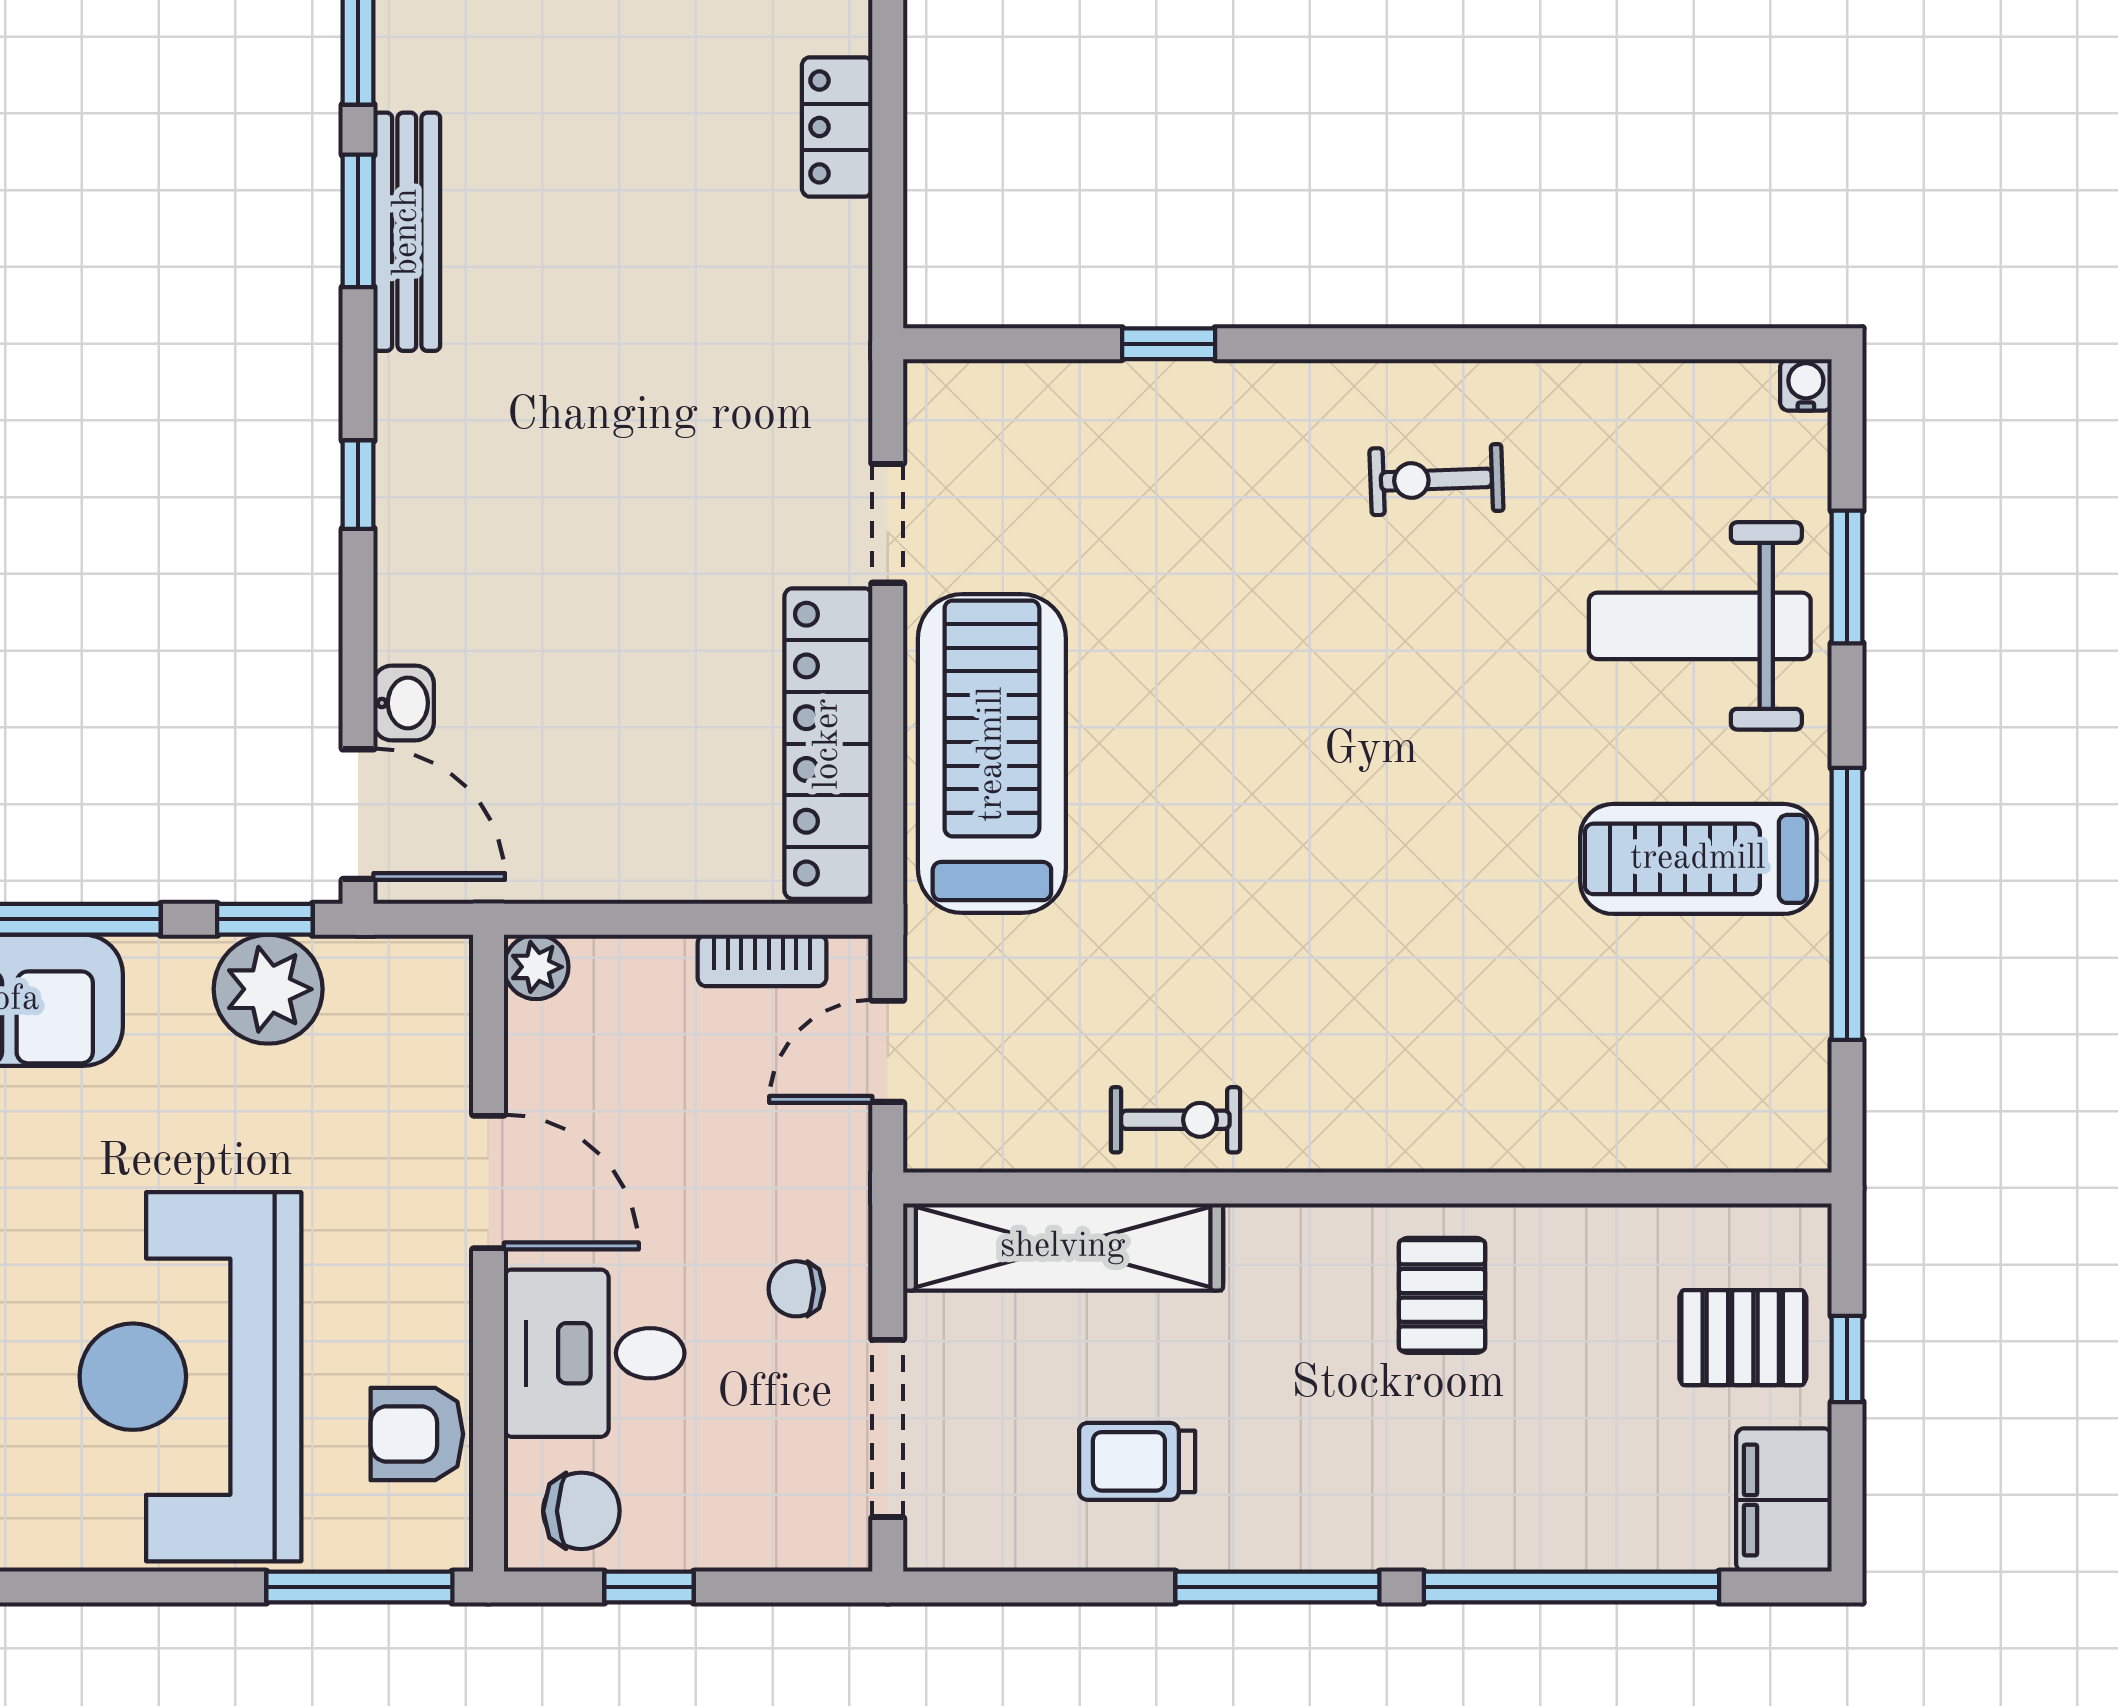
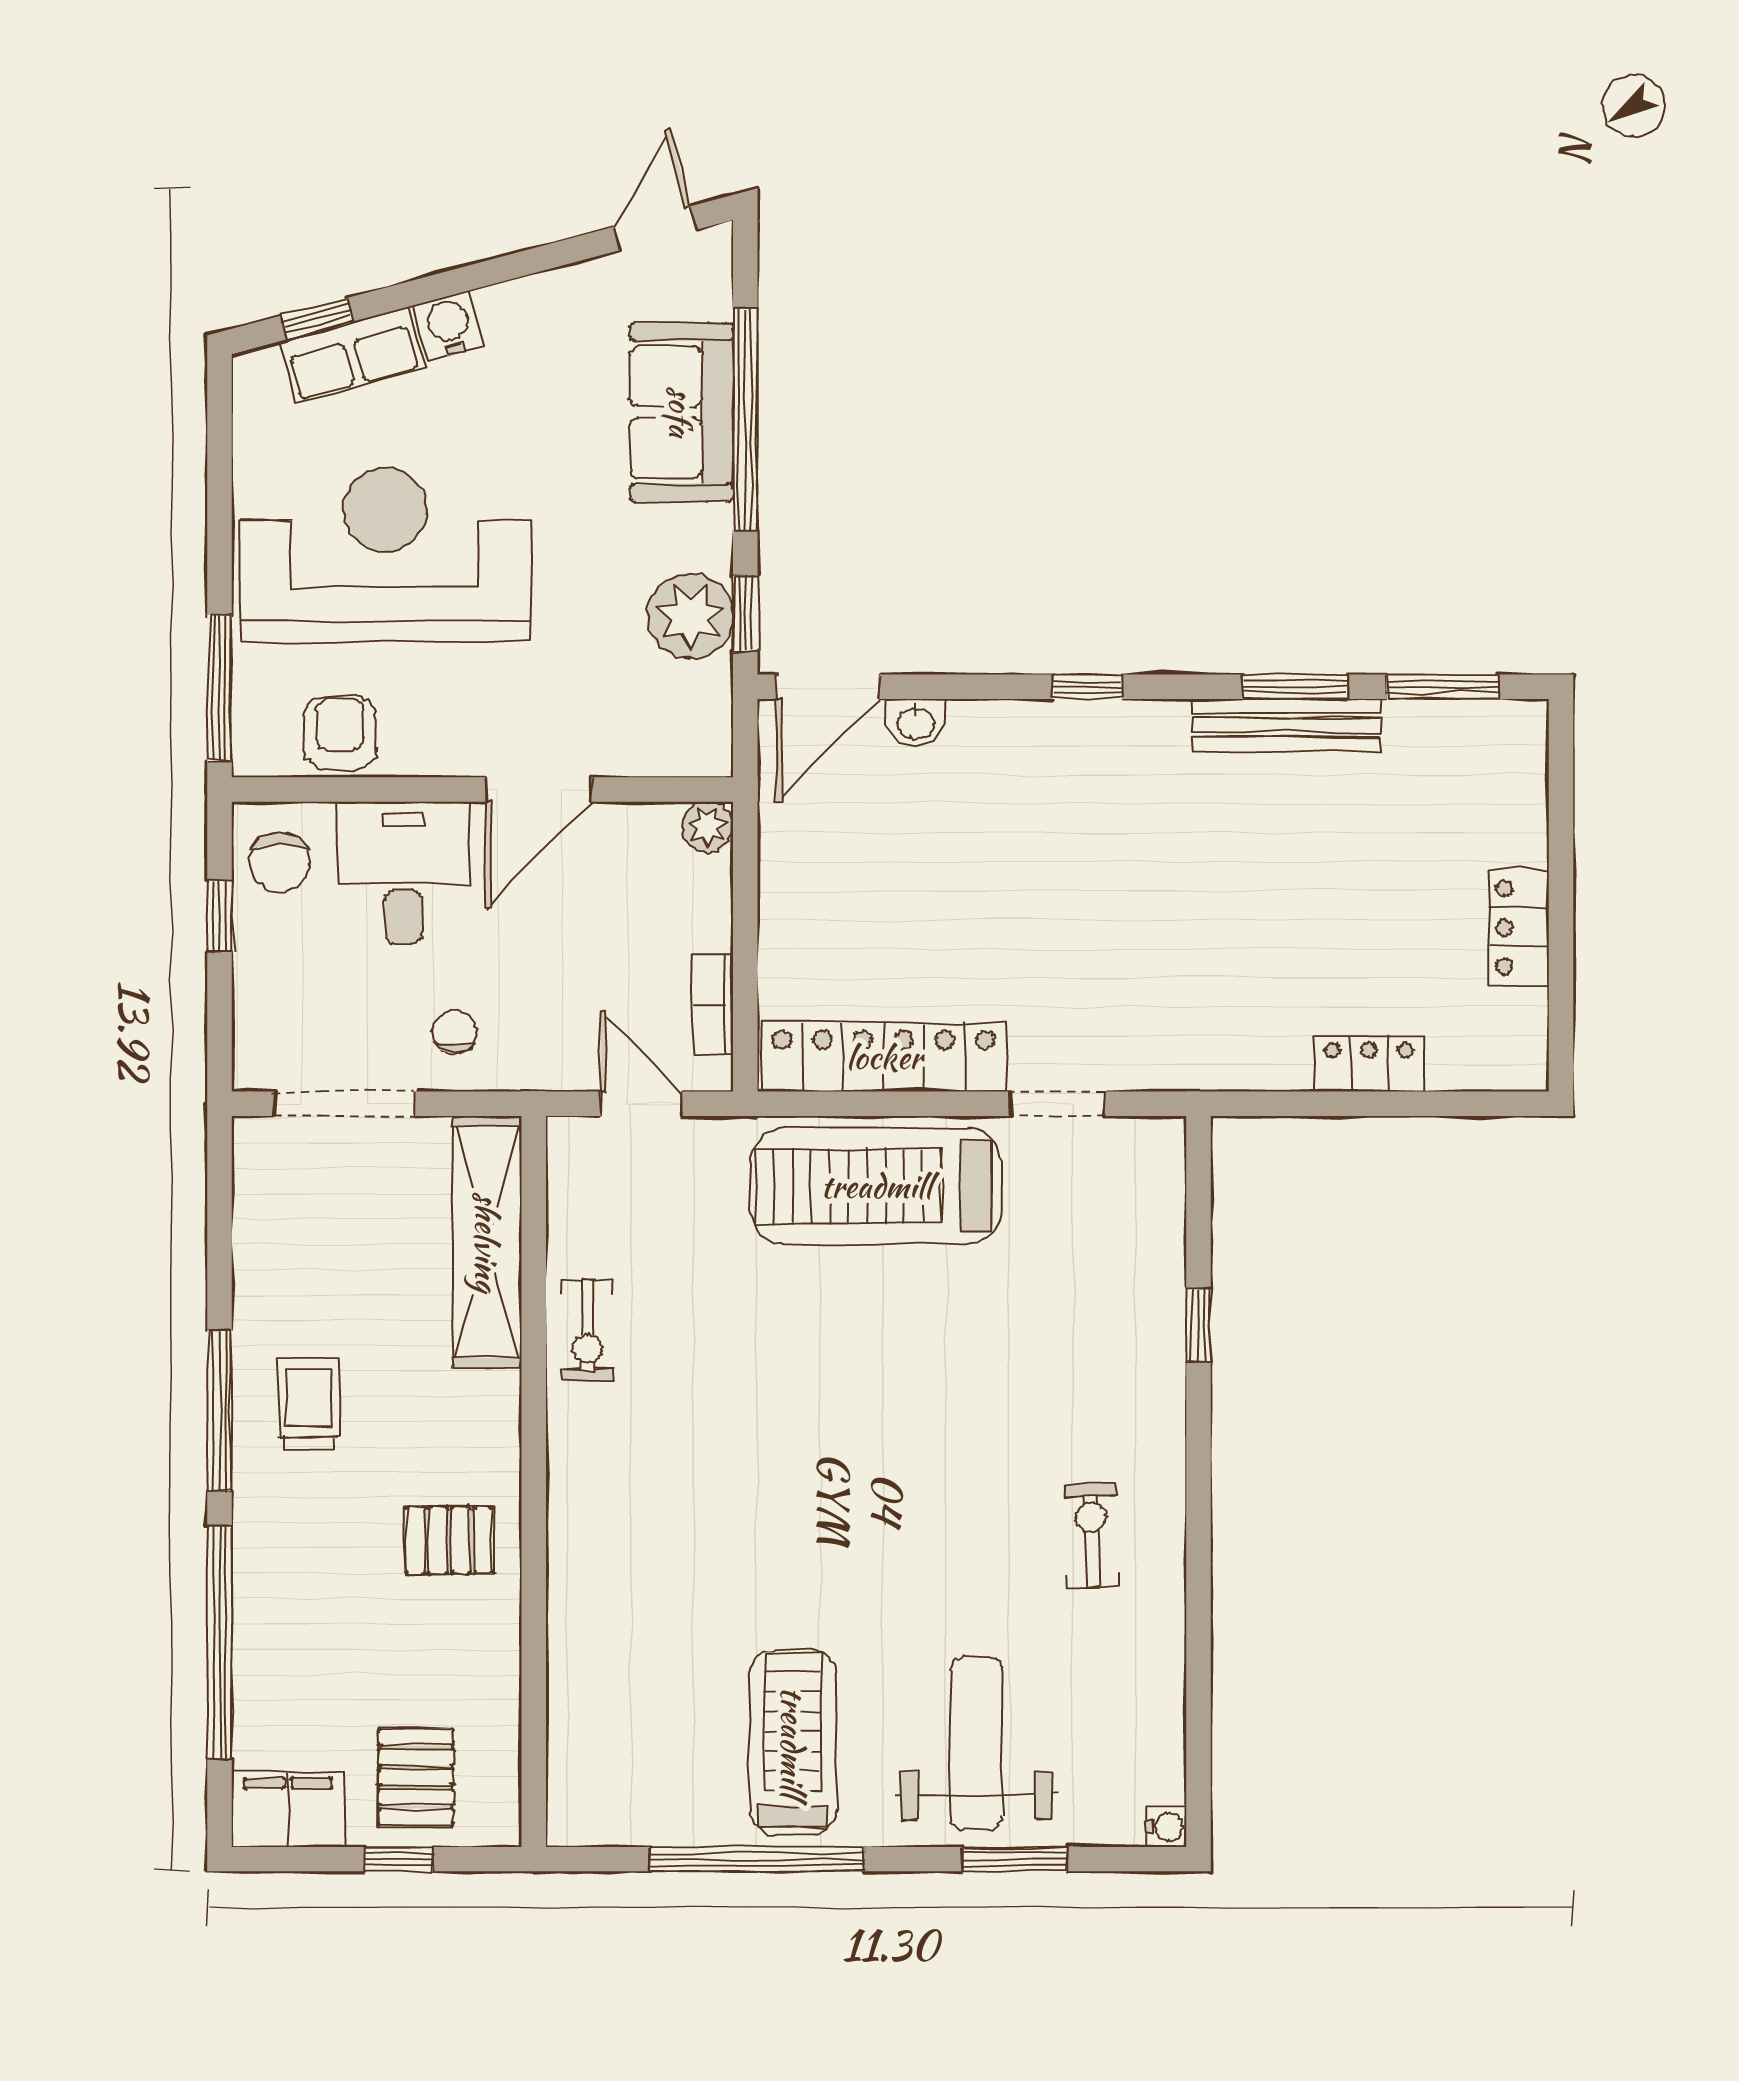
treadmill: (992, 754) -> (876, 1186), turned 180
trolley: (1137, 1461) -> (309, 1404), moved

